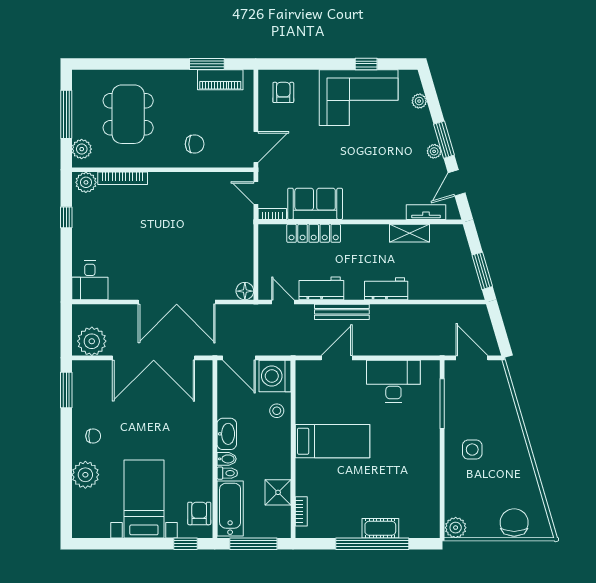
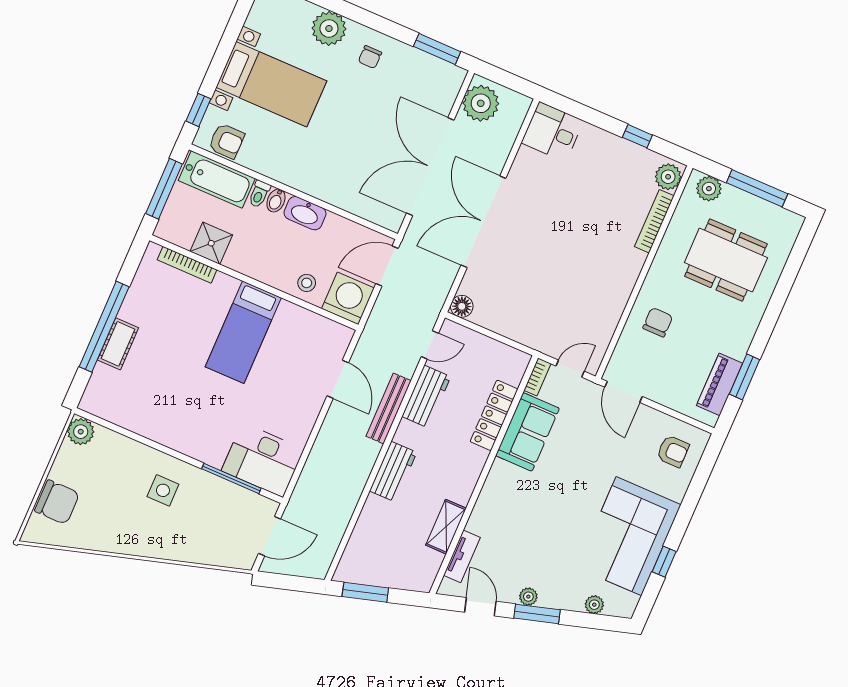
chair: (195, 144) -> (658, 322), turned 180
desk: (393, 381) -> (263, 460), moved, turned 90
bookcase: (301, 511) -> (187, 265), width x1.56

